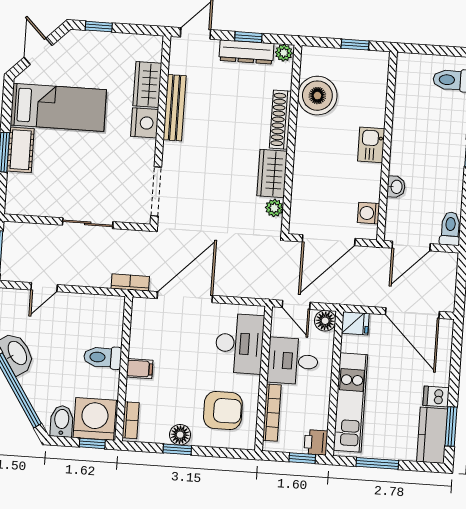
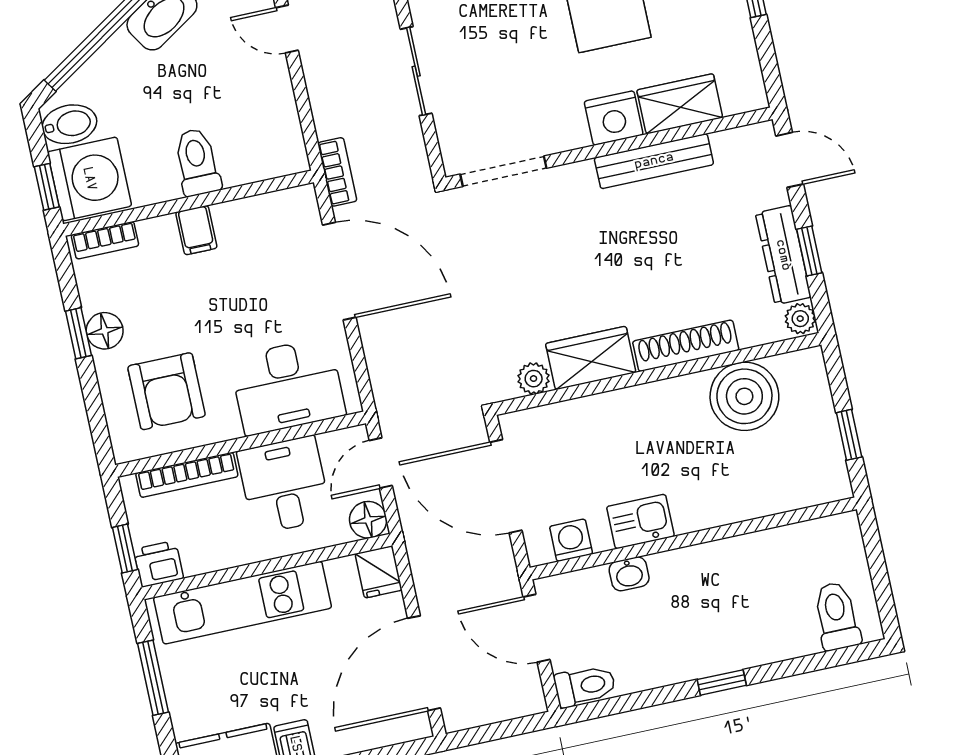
kitchen sink: (371, 145) -> (640, 521), moved

